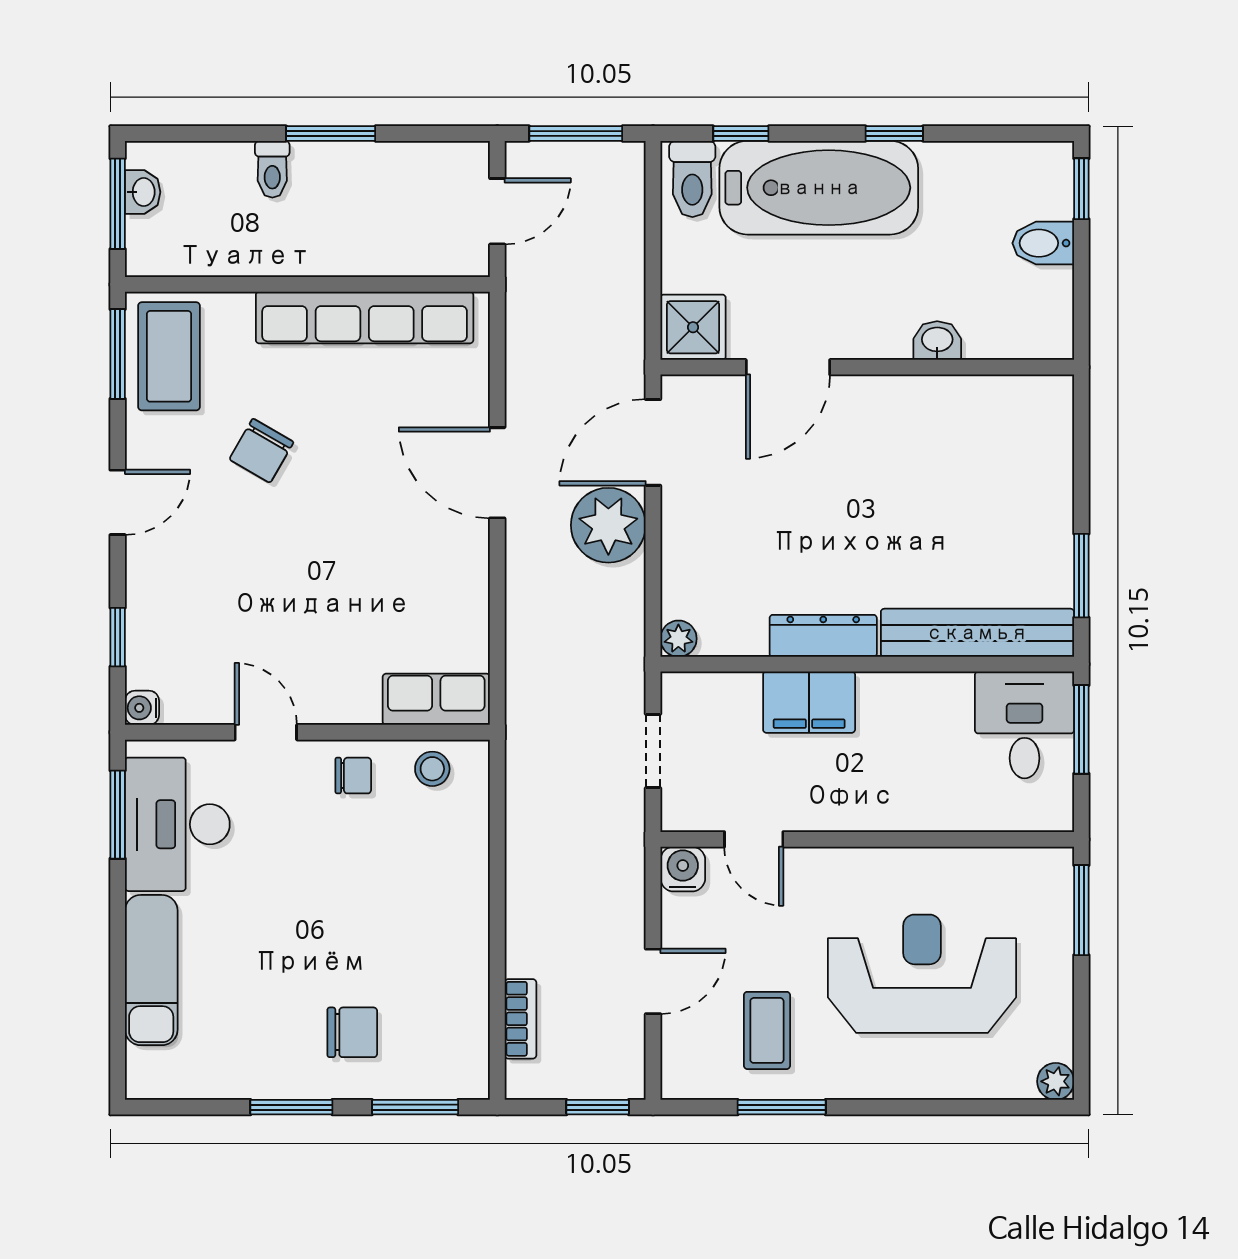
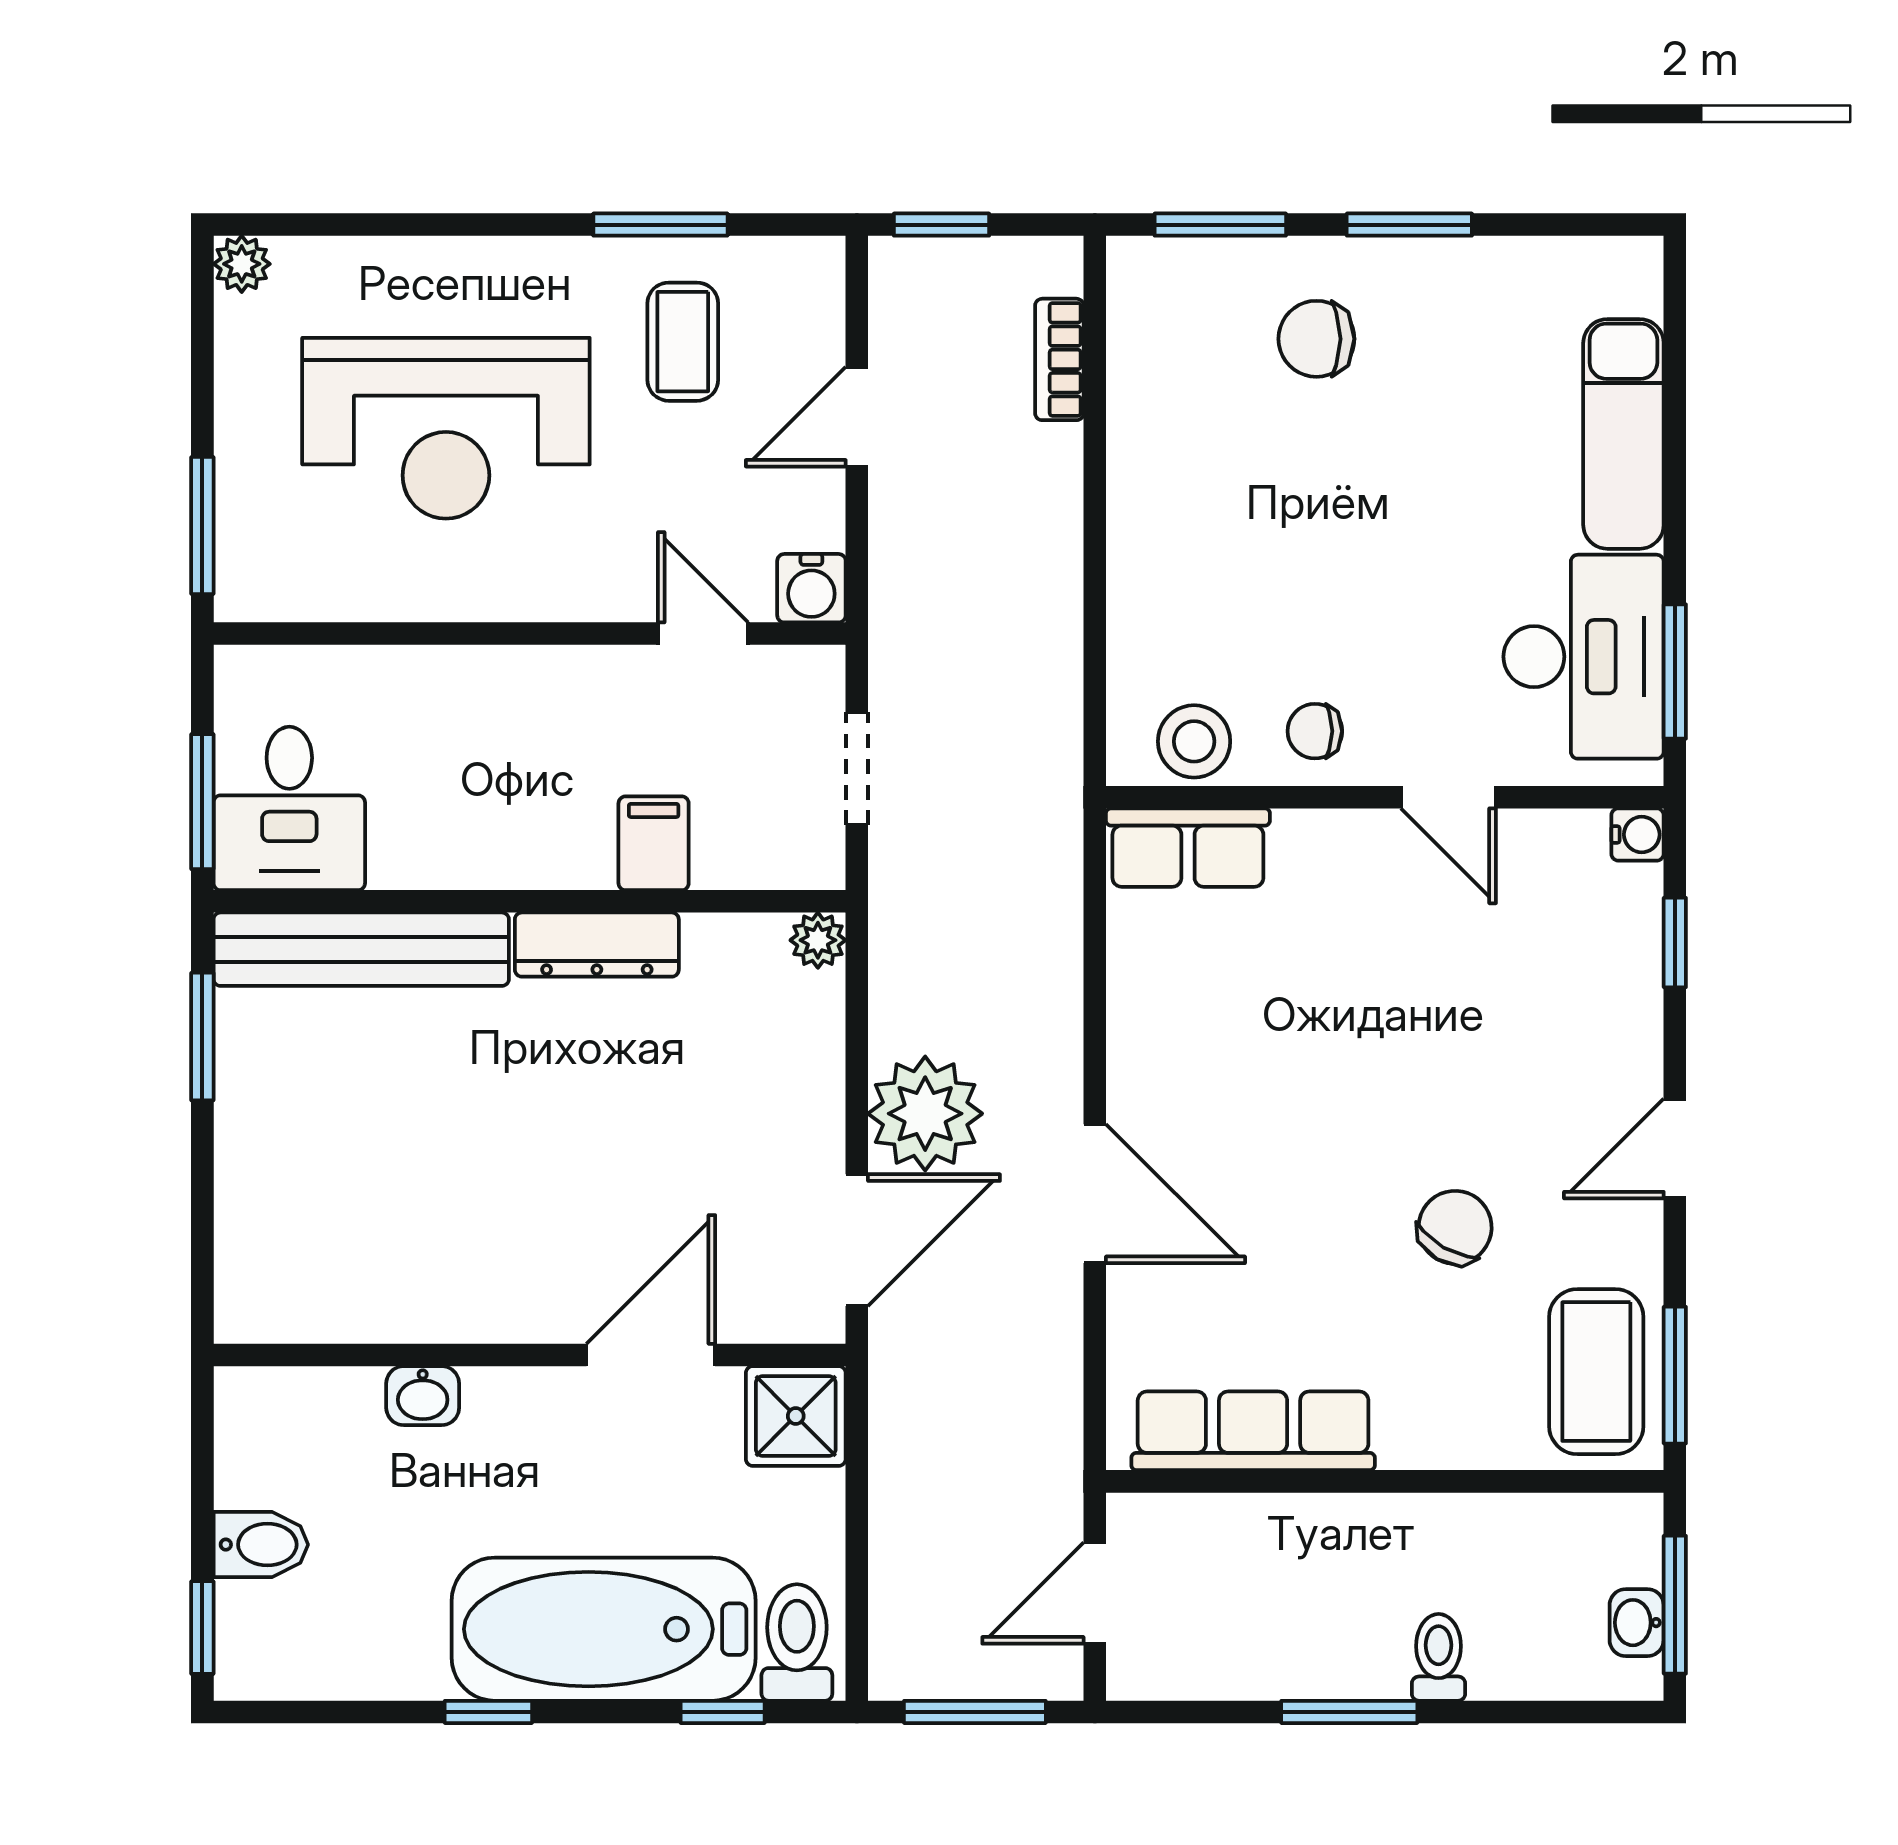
row of seats: (365, 318) -> (1253, 1431), width x0.73
filing cabinet: (809, 702) -> (654, 843), width x0.50
stool: (432, 769) -> (1194, 741), width x1.37, depth x1.37

